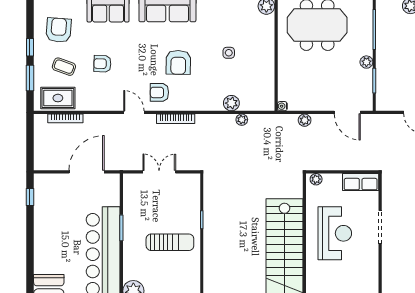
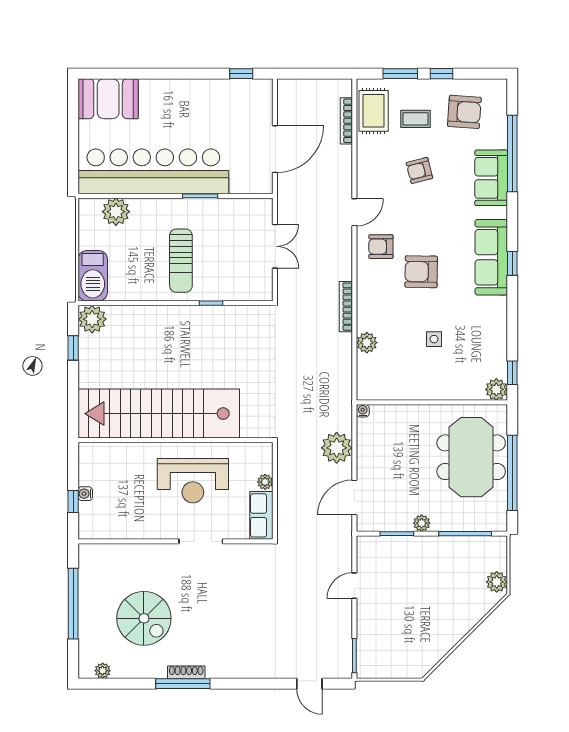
armchair: (102, 64) -> (419, 170), turned -106
coffee table: (64, 67) -> (416, 119), turned 70
armchair: (159, 92) -> (381, 247), turned -90
bookcase: (176, 119) -> (346, 307), moved
plant: (242, 120) -> (345, 357), removed
plant: (305, 120) -> (337, 448), width x1.87, depth x1.87
door: (87, 172) -> (275, 149), hinge flipped
plant: (316, 179) -> (265, 482), moved

